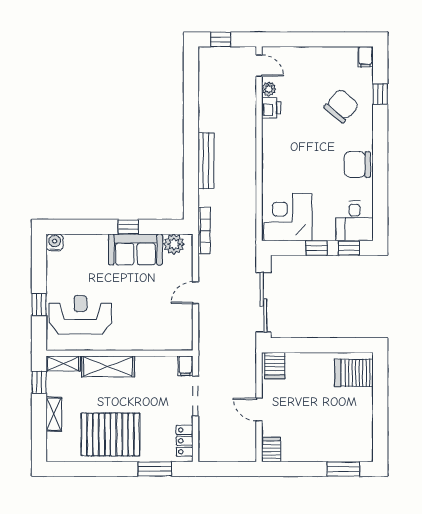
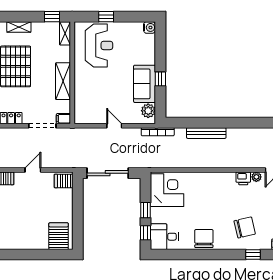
chair: (341, 106) -> (245, 227), turned -54
shelving: (108, 366) -> (63, 81), moved
shelving: (54, 414) -> (19, 27), moved

